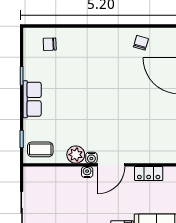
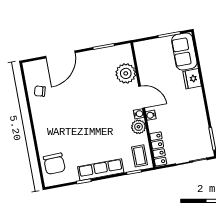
chair: (50, 44) -> (54, 164), width x1.87, depth x1.87
row of seats: (32, 99) -> (101, 170), width x1.48
plant: (143, 151) -> (126, 73), added
locker: (149, 174) -> (158, 149), moved, width x1.53

